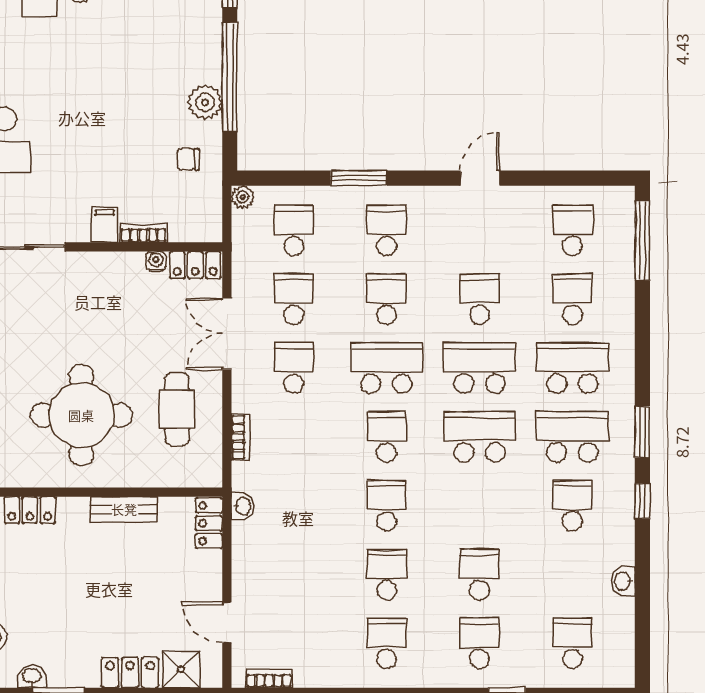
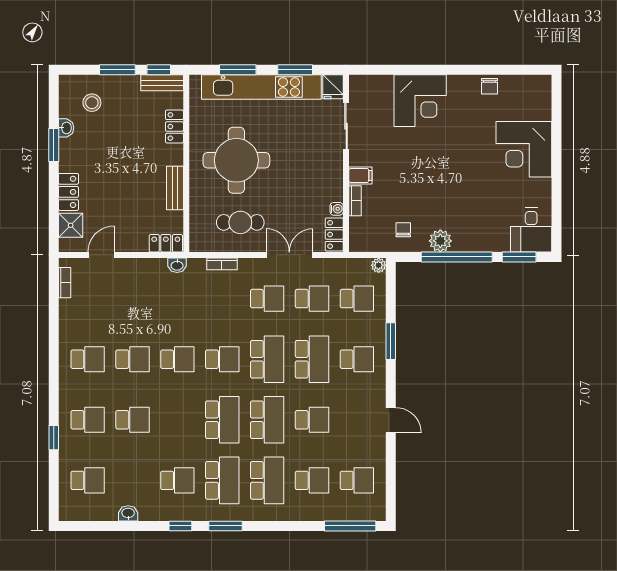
school desk: (387, 299) -> (312, 359), width x1.85

